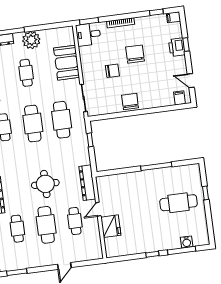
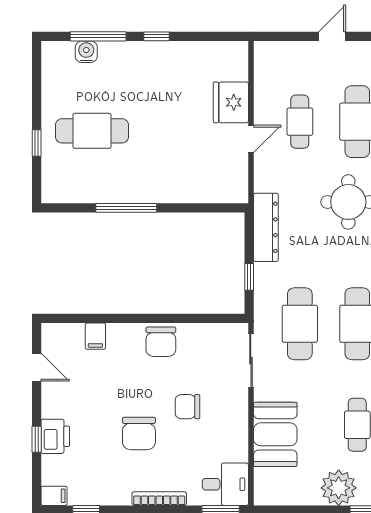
filing cabinet: (179, 98) -> (95, 336), moved
dresser: (87, 183) -> (266, 227), moved

